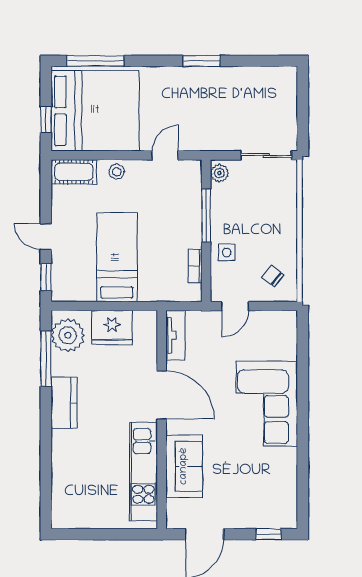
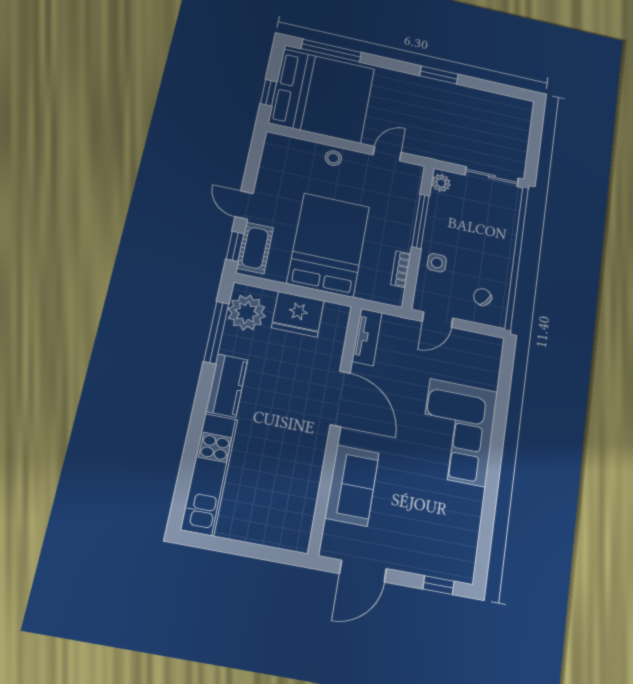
cot: (74, 172) -> (255, 248), moved, turned 90
bed: (117, 257) -> (328, 245), width x1.50
kitchen unit: (143, 472) -> (209, 474), moved, turned 180

